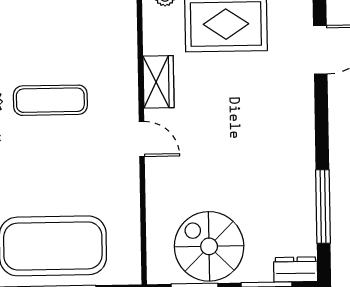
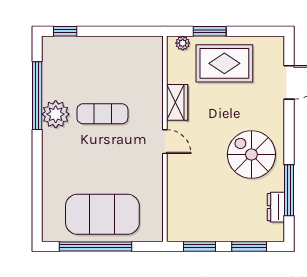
spiral stairs: (209, 246) -> (251, 154), moved
dresser: (296, 269) -> (276, 207), moved, turned -90

